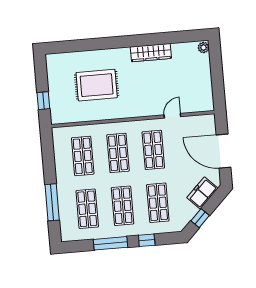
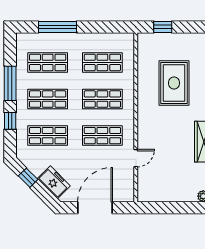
door: (172, 116) -> (136, 158), hinge flipped

